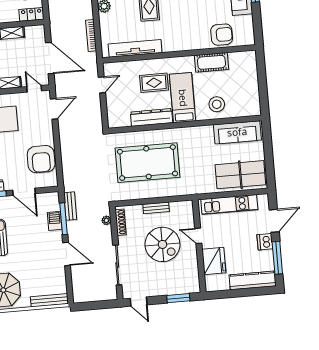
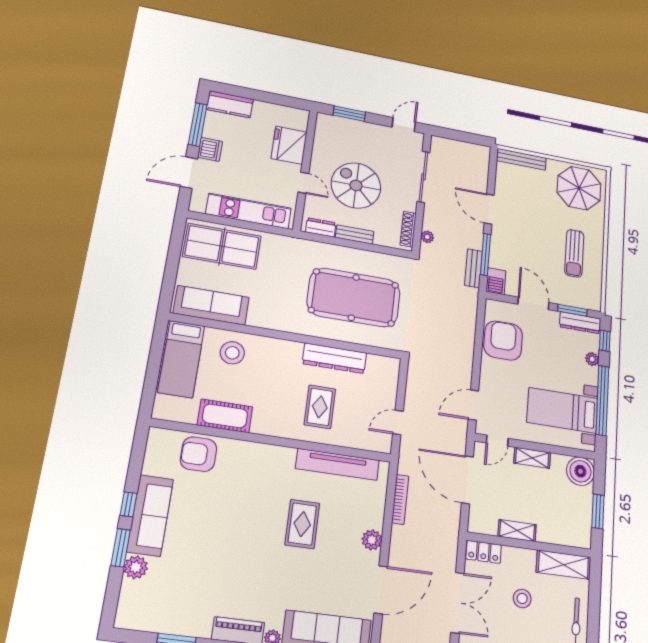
rug: (154, 83) -> (320, 407), turned 90
door: (34, 89) -> (497, 441), hinge flipped
bed: (183, 98) -> (181, 359), moved
dresser: (180, 206) -> (321, 227), added
barbecue: (55, 221) -> (496, 281), moved
kitchen counter: (253, 280) -> (230, 104), width x0.67
door: (139, 302) -> (404, 125), hinge flipped

